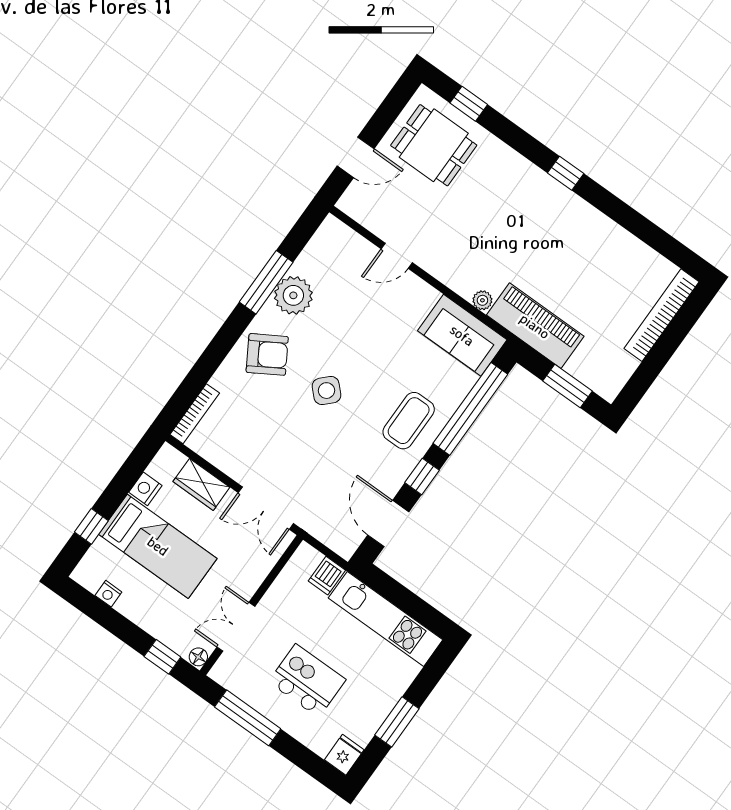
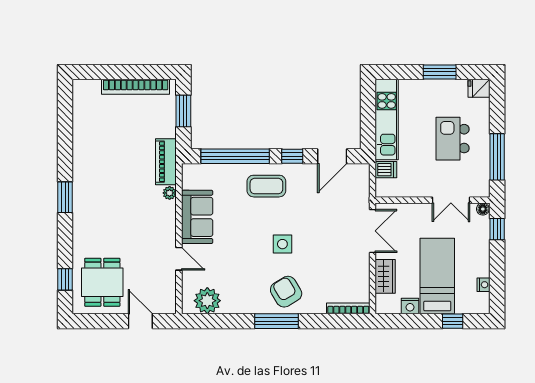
window: (566, 173) -> (65, 197), width x1.50
window: (266, 282) -> (276, 321), moved
plant: (293, 295) -> (207, 301), moved
bookcase: (662, 315) -> (136, 87), moved
piano: (535, 326) -> (166, 162), width x0.73, depth x0.75
sofa: (462, 335) -> (197, 217), moved
side table: (326, 391) -> (282, 244), turned 45

